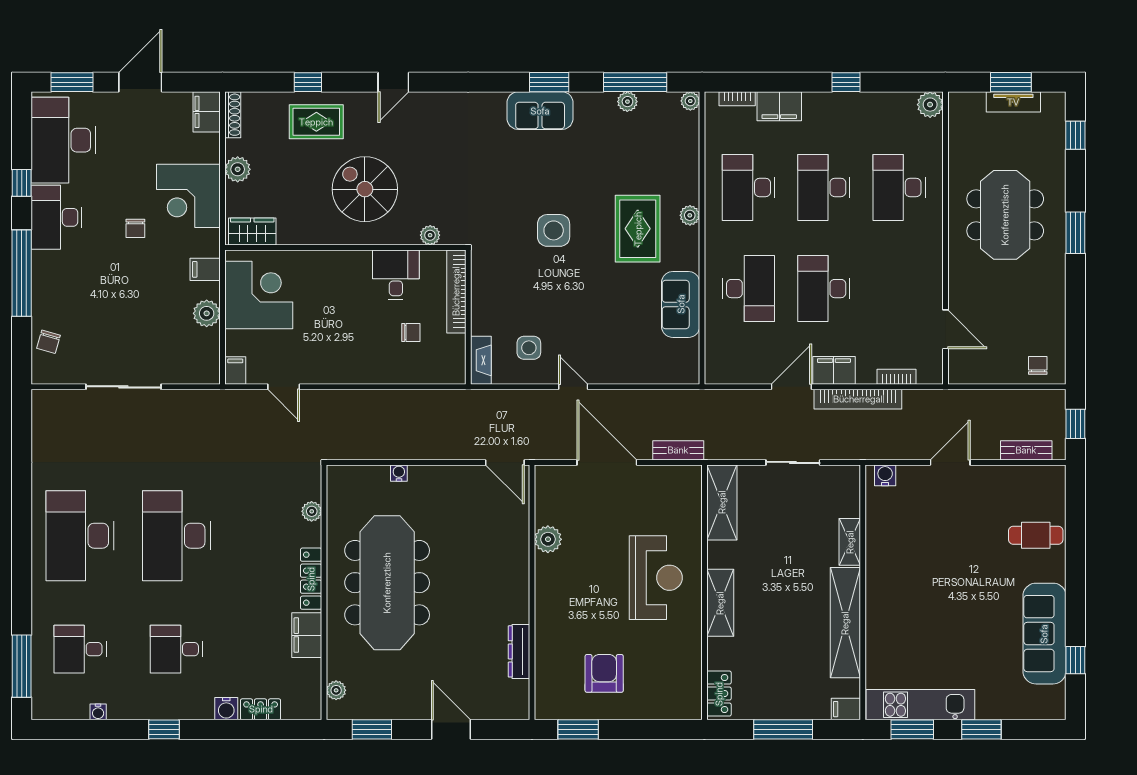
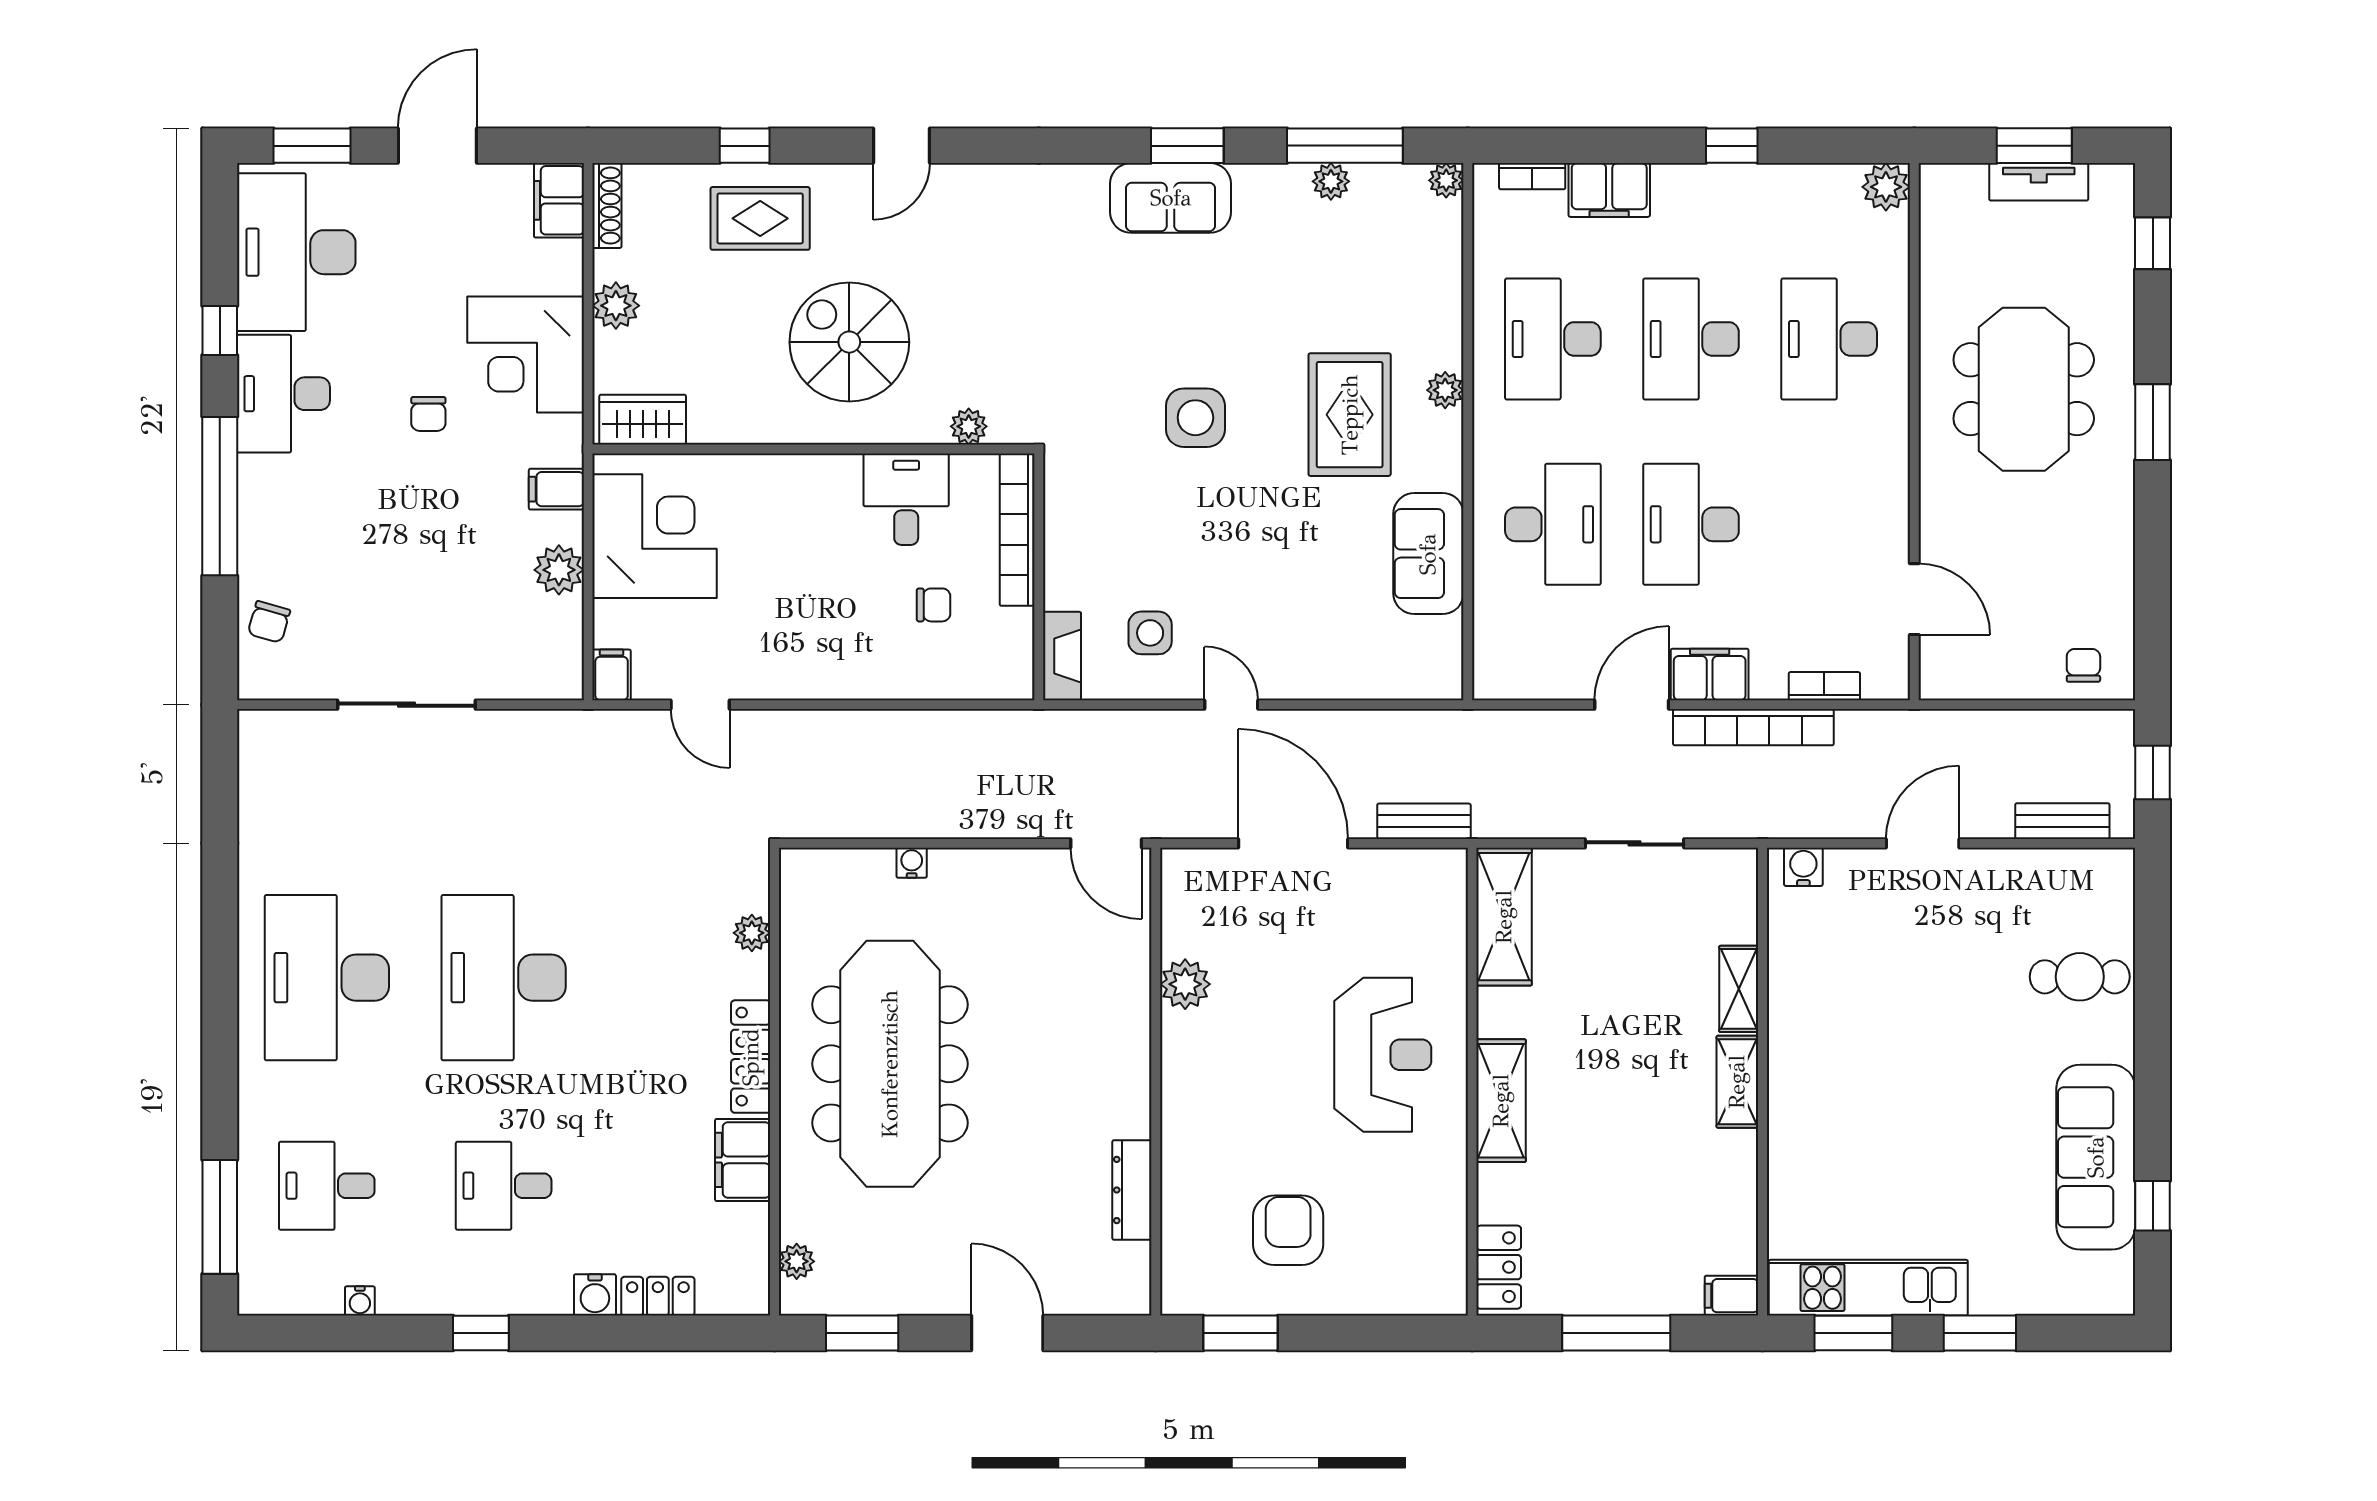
shelving: (845, 623) -> (1737, 1082), width x0.45, depth x0.75

